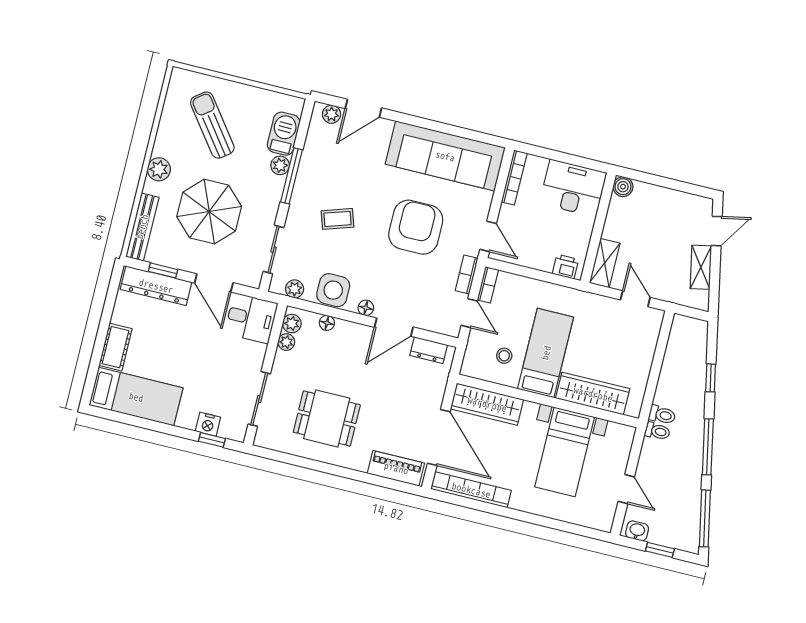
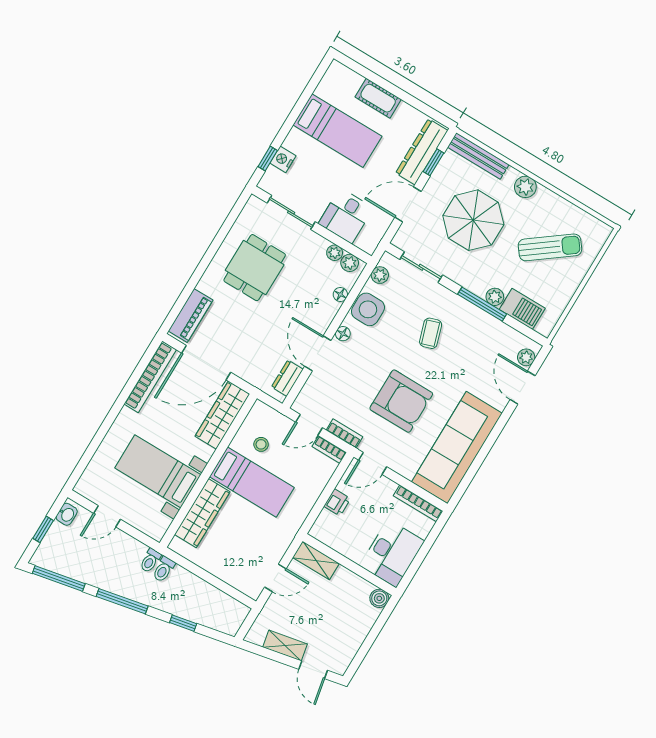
printer: (565, 267) -> (337, 502), moved
desk: (251, 318) -> (346, 216), moved
bed: (136, 397) -> (337, 131), moved, turned -90

